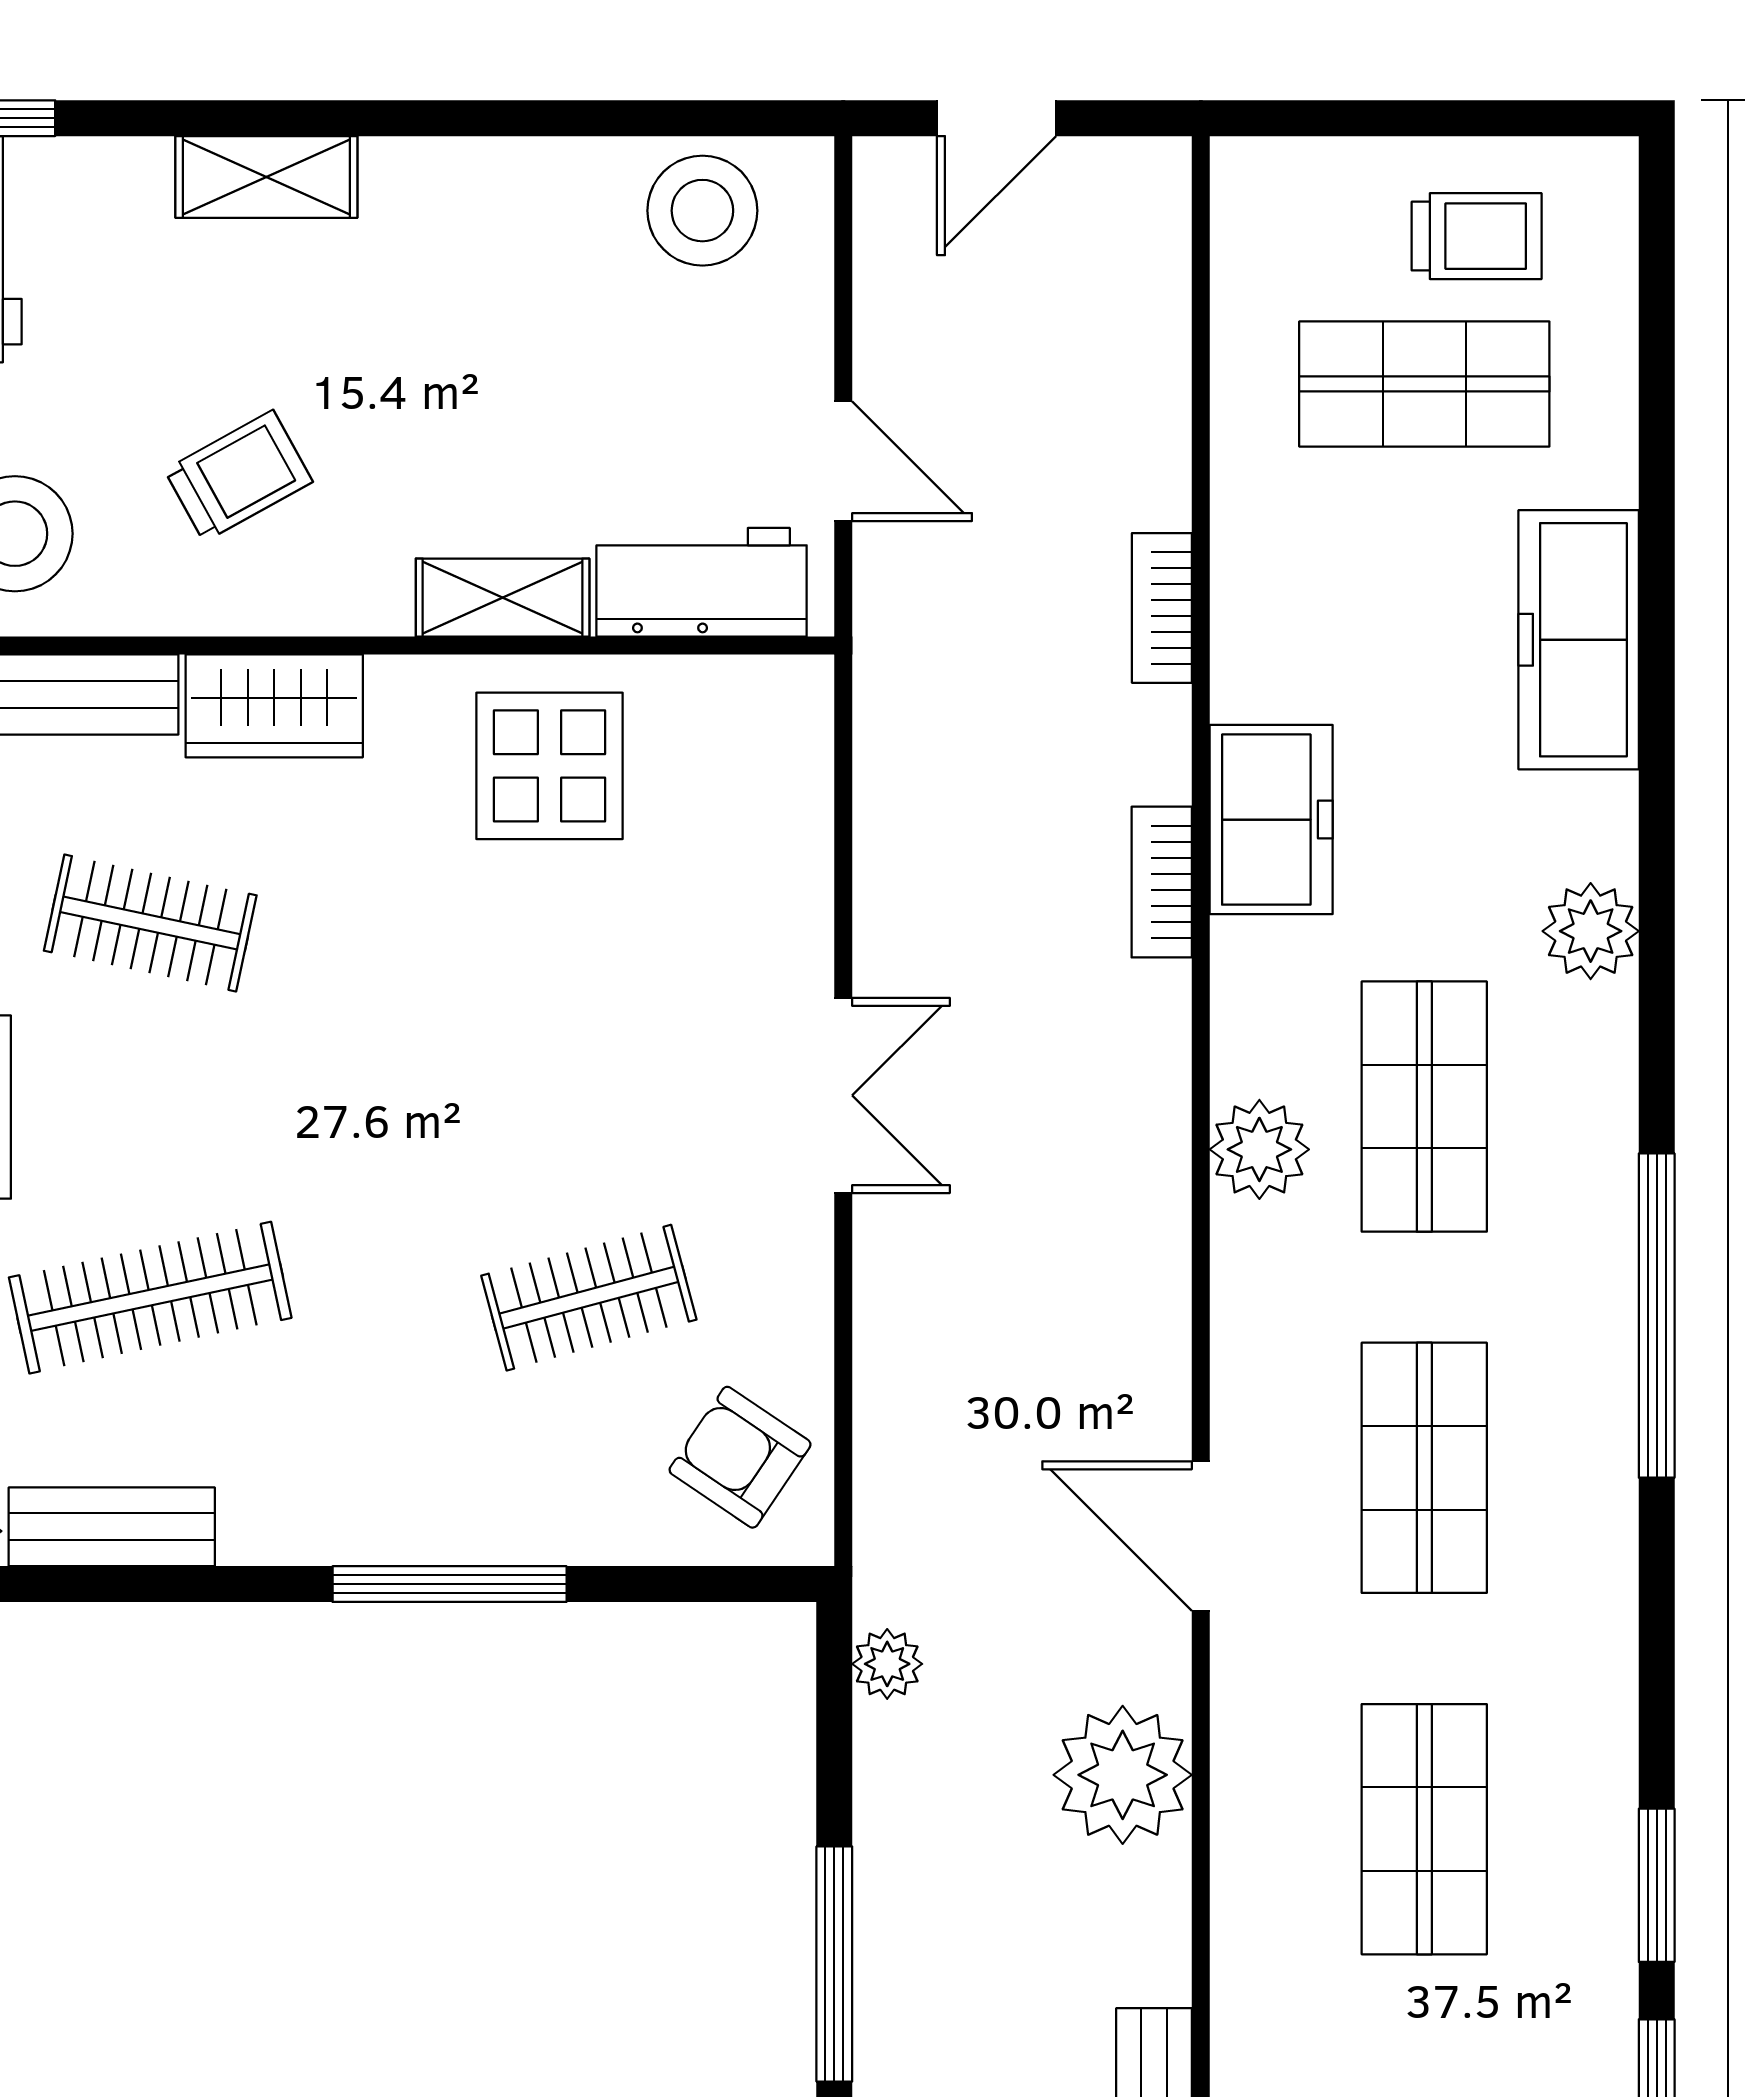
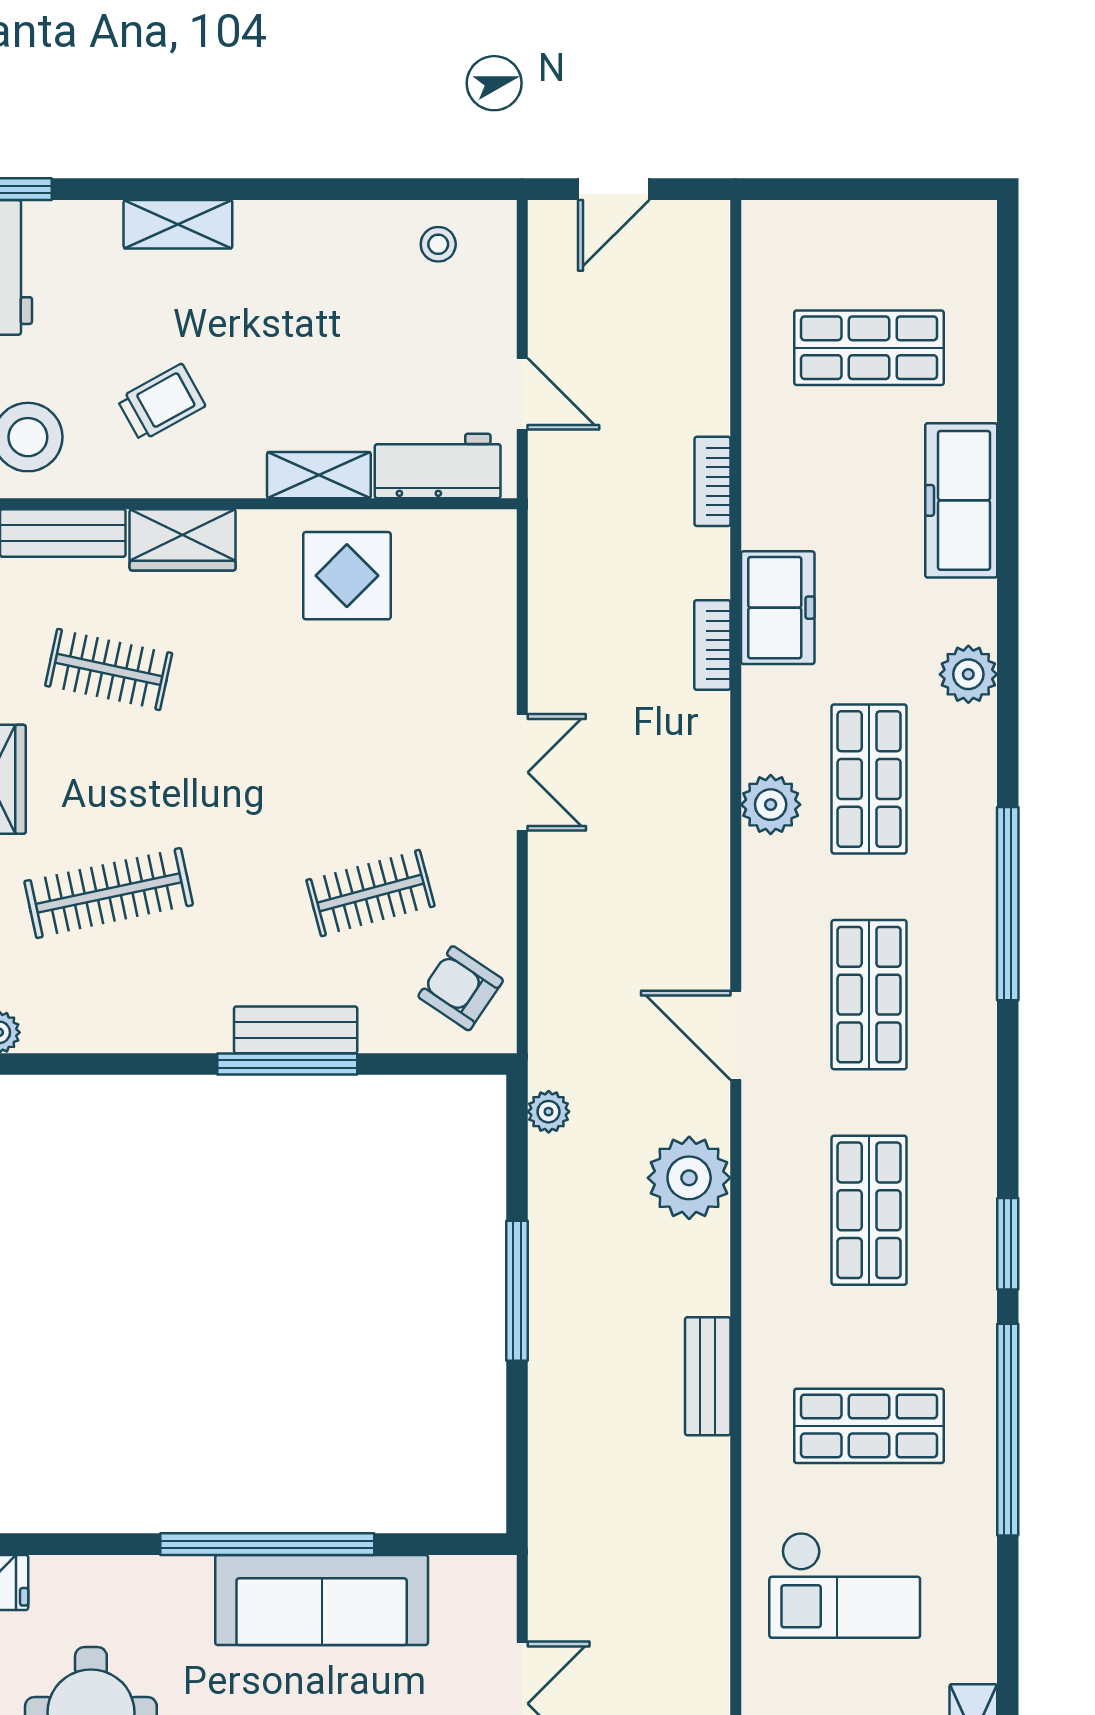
stool: (702, 211) -> (438, 244), width x0.53, depth x0.53
trolley: (1477, 236) -> (900, 259), removed
bench: (112, 1527) -> (296, 1030), moved

